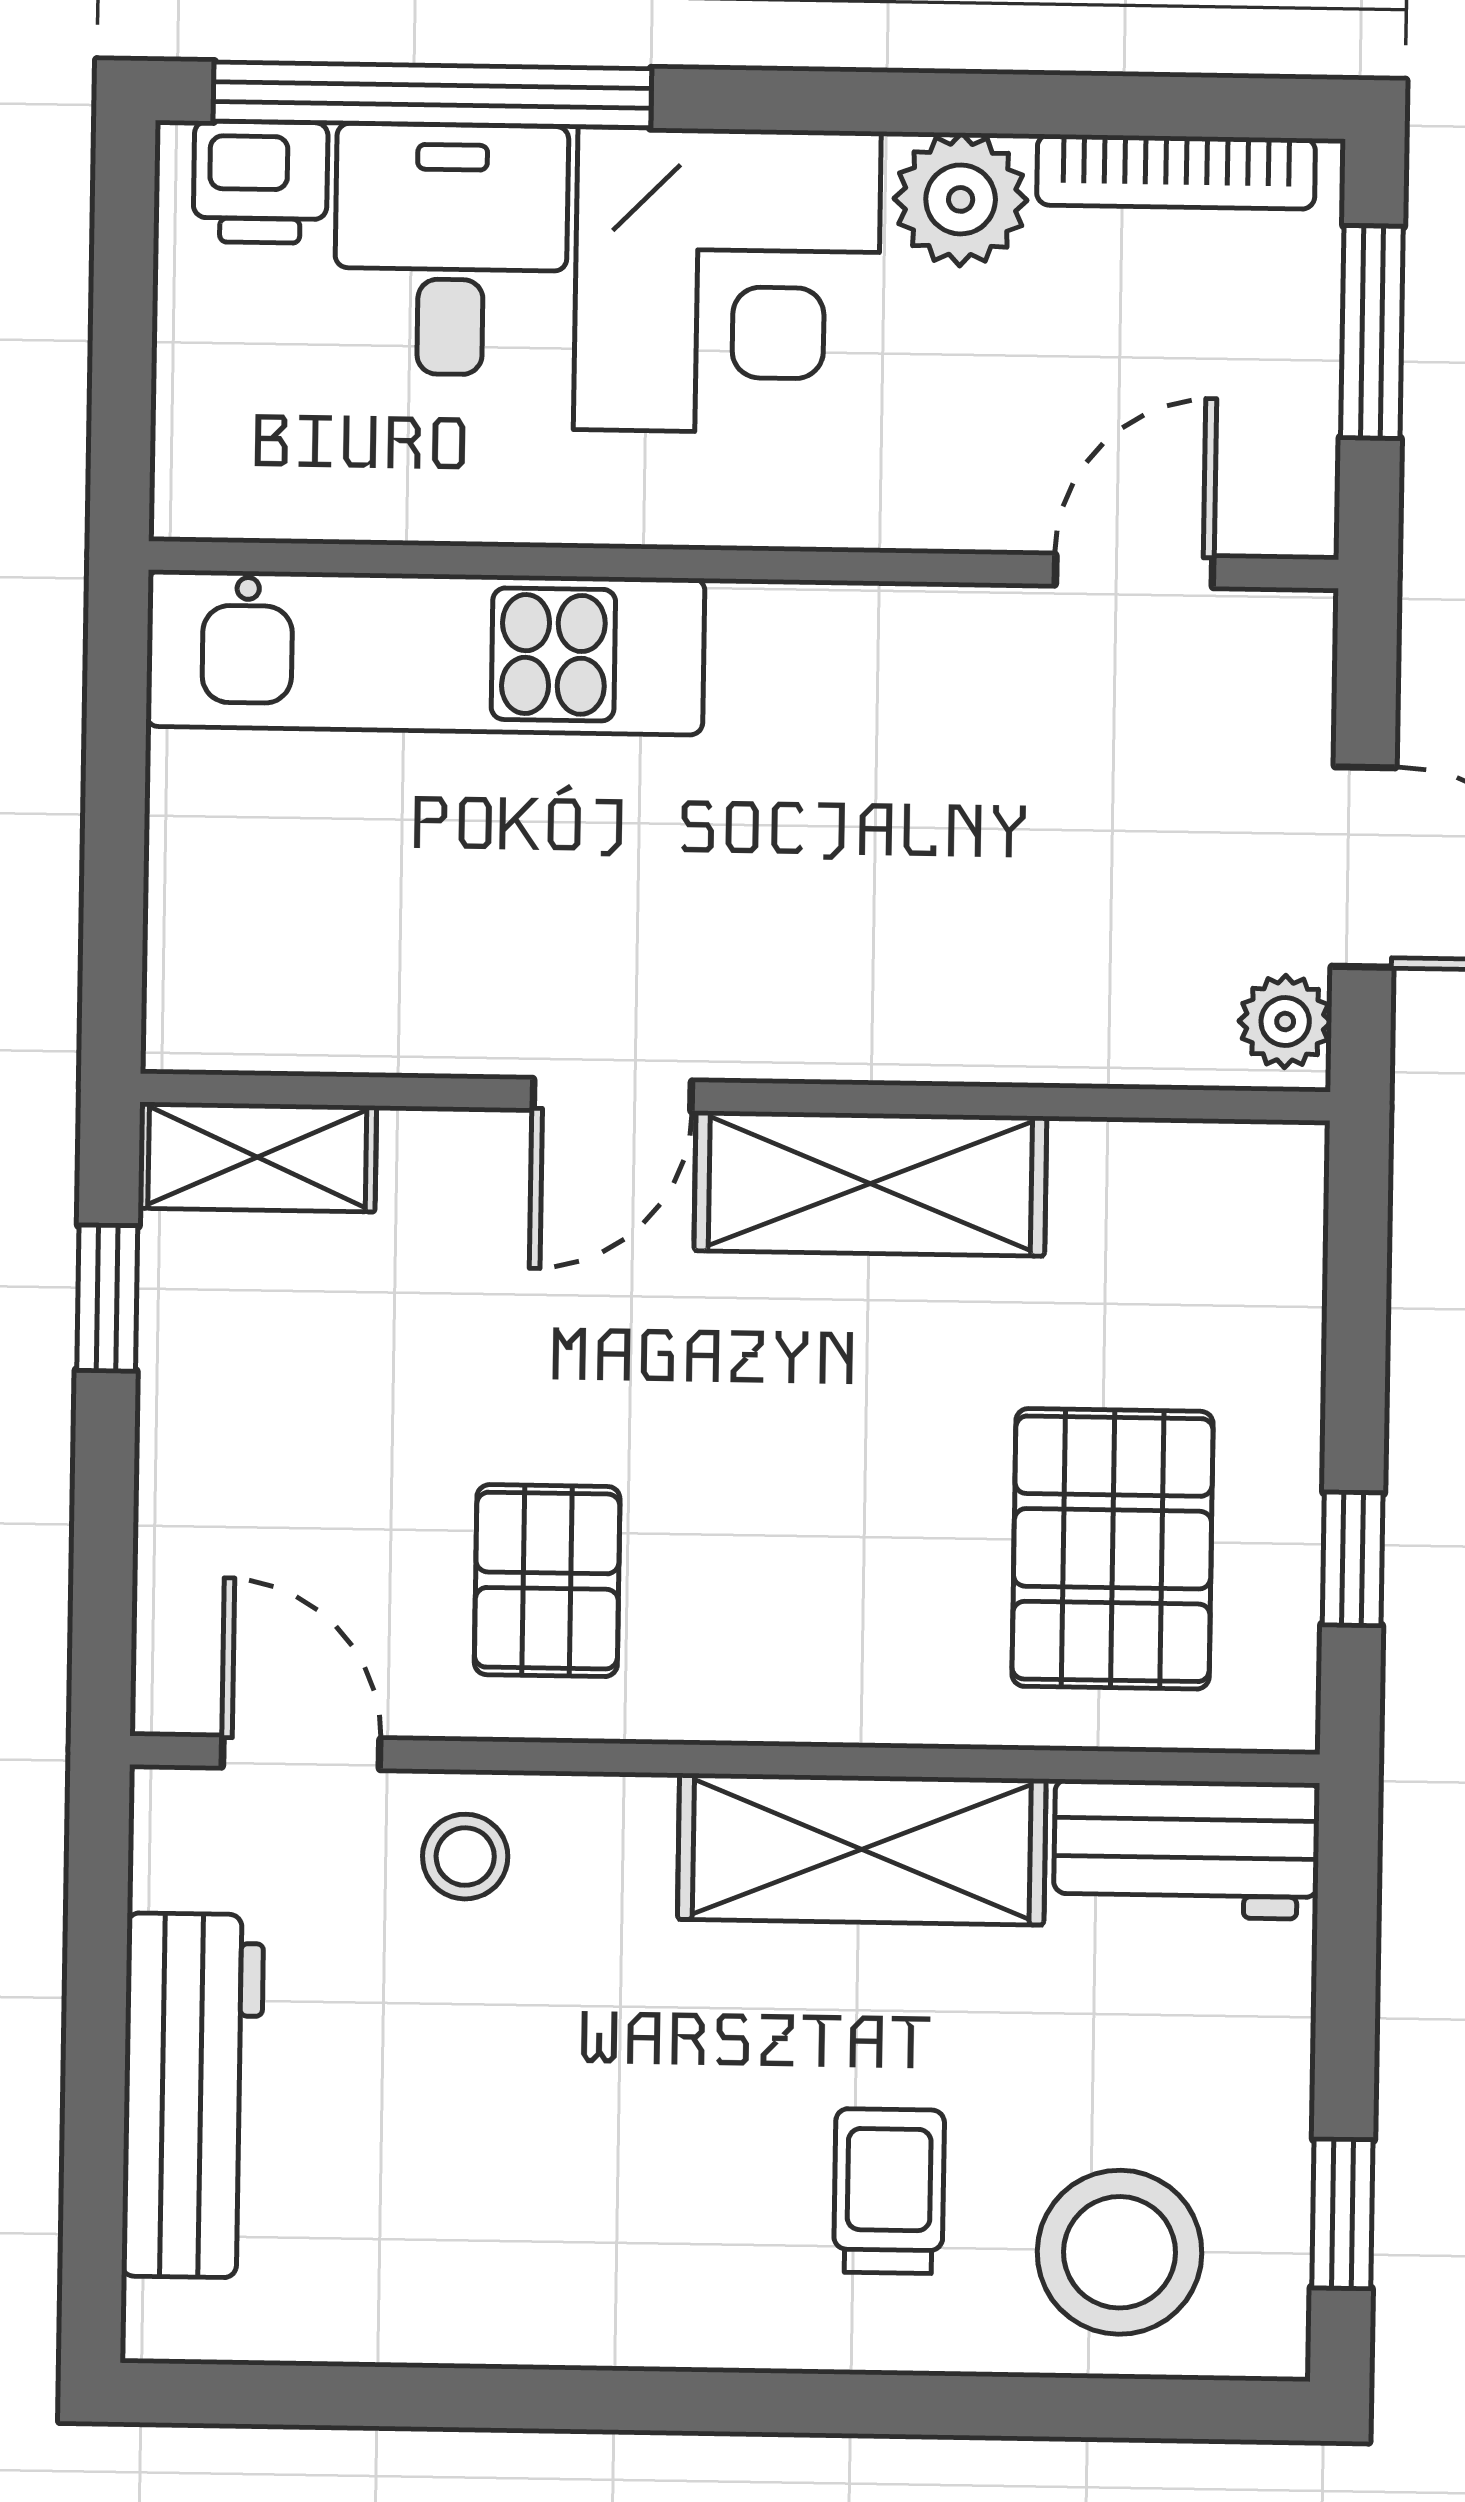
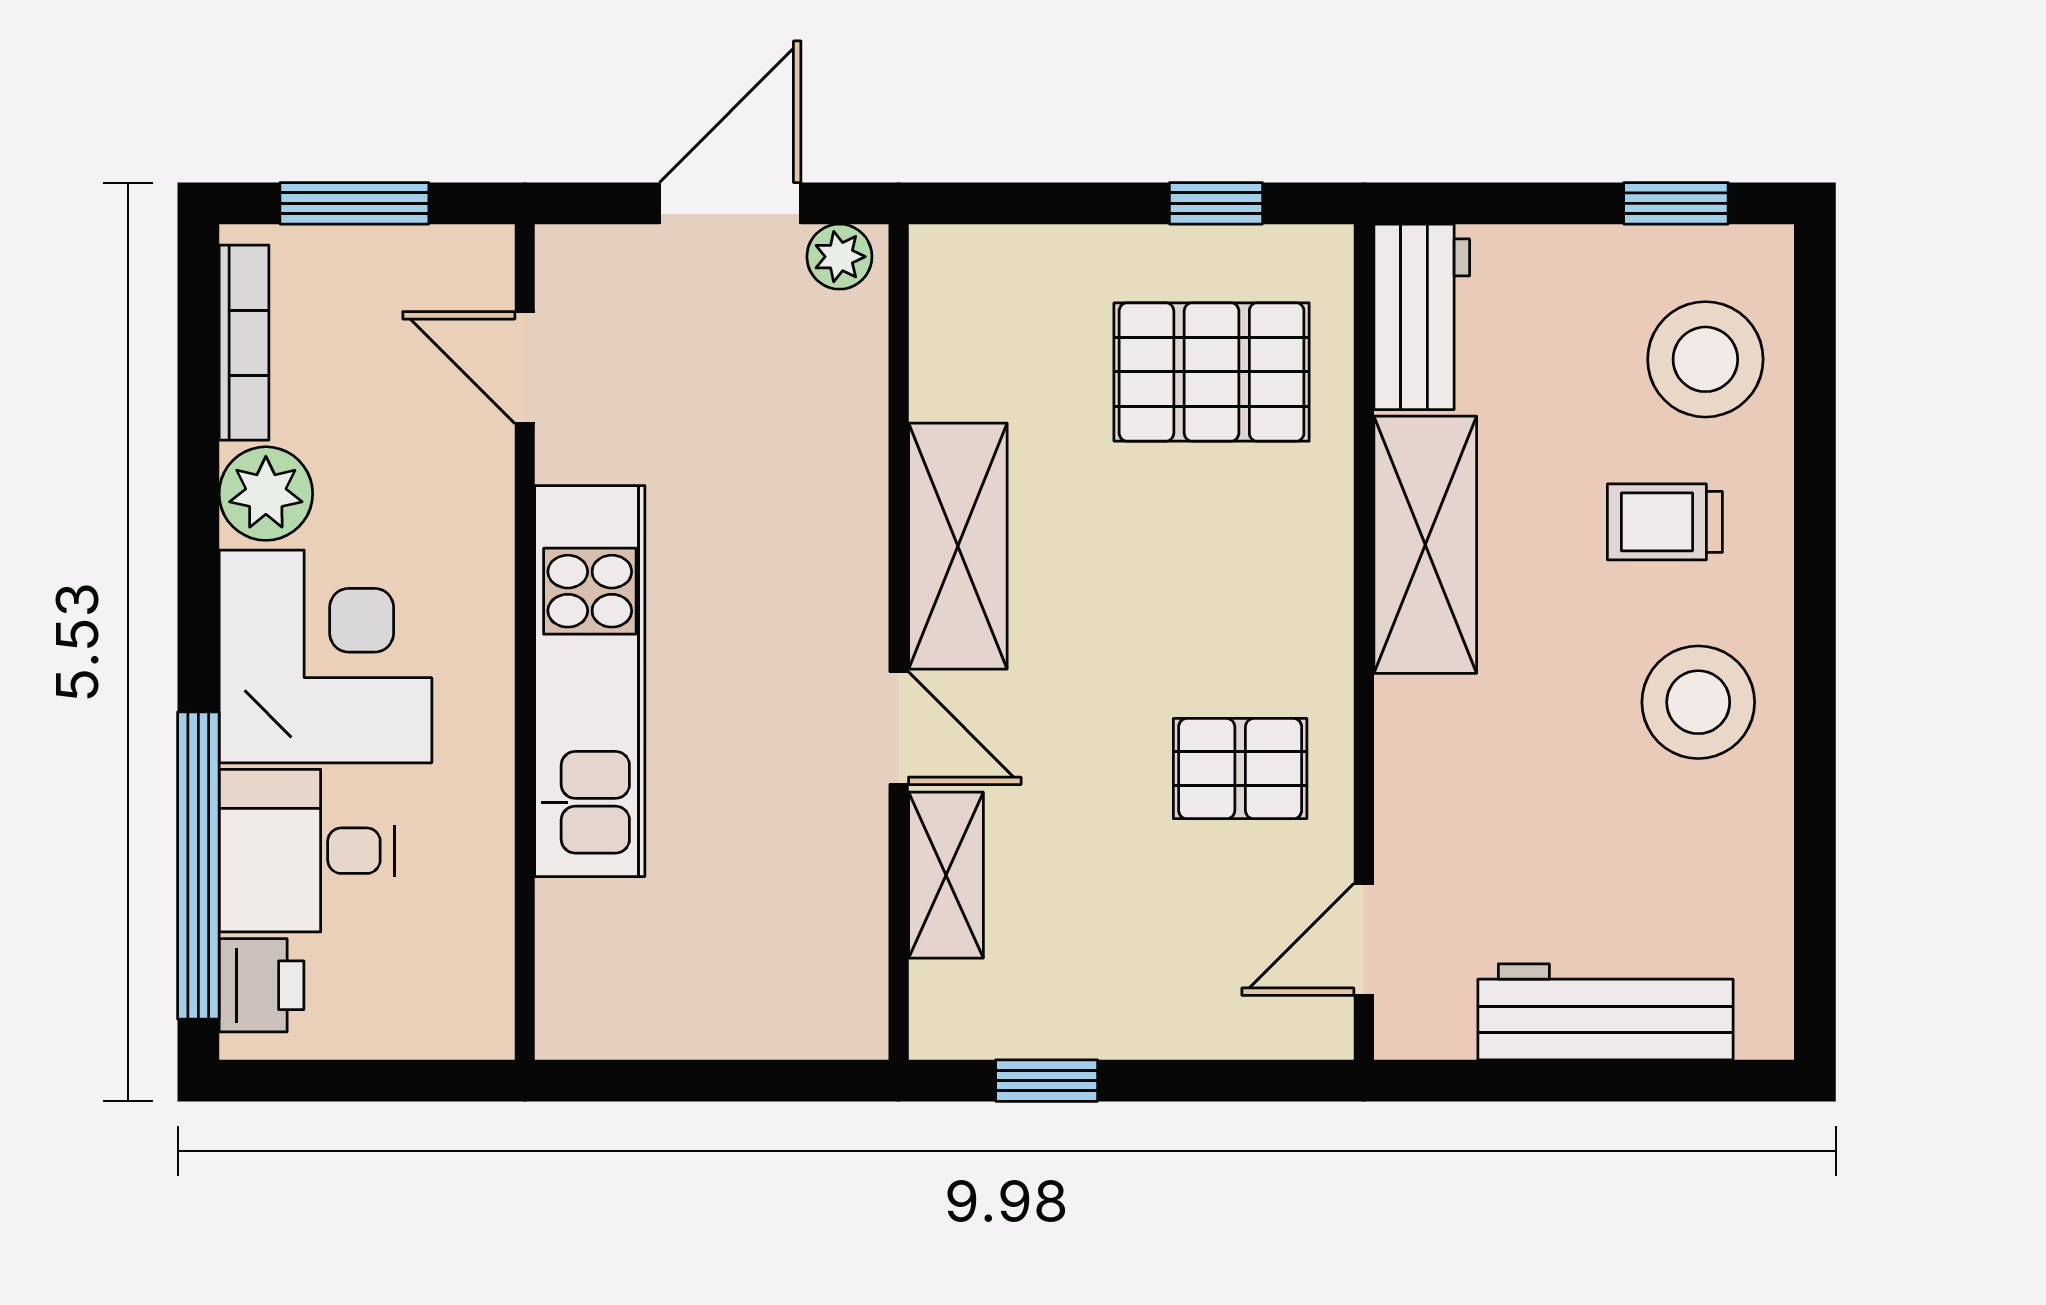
kitchen unit: (425, 652) -> (590, 681), moved
shelving: (257, 1157) -> (946, 875), moved
stool: (465, 1857) -> (1698, 702), moved, width x1.89, depth x1.89

